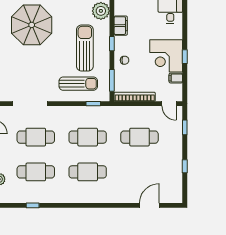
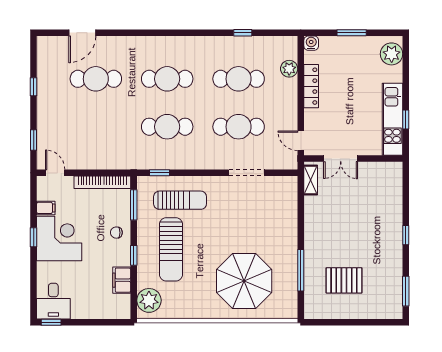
sun lounger: (78, 84) -> (180, 200), turned 180
doorway: (30, 104) -> (246, 173), width x0.73
cafe table: (139, 137) -> (96, 79), moved

